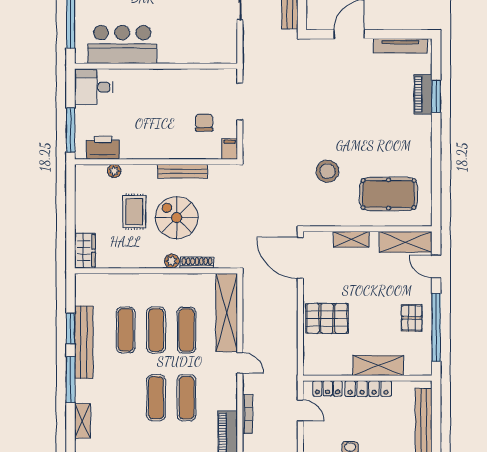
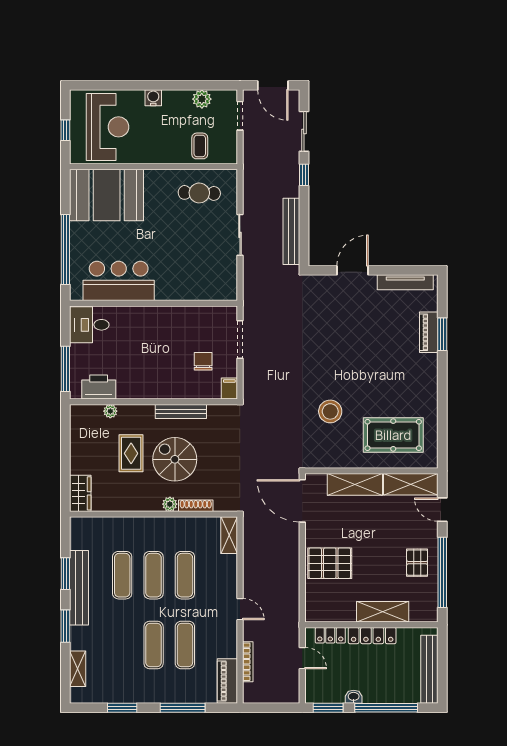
shelving: (351, 239) -> (355, 484), width x1.50, depth x1.33
shelving: (227, 313) -> (229, 535), width x0.45, depth x0.75
window: (71, 379) -> (65, 626), width x0.69

